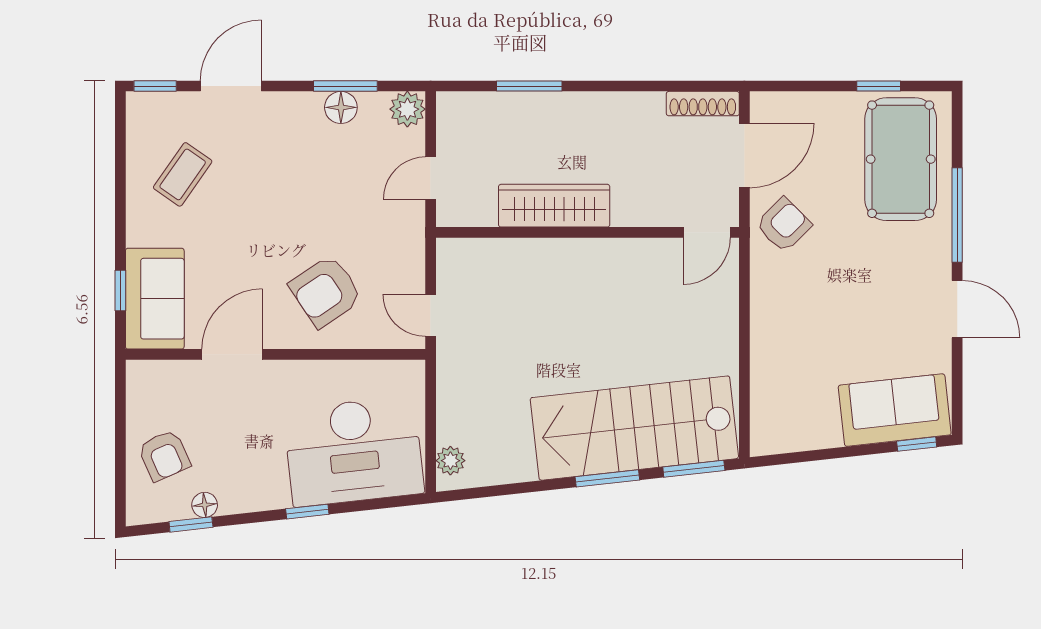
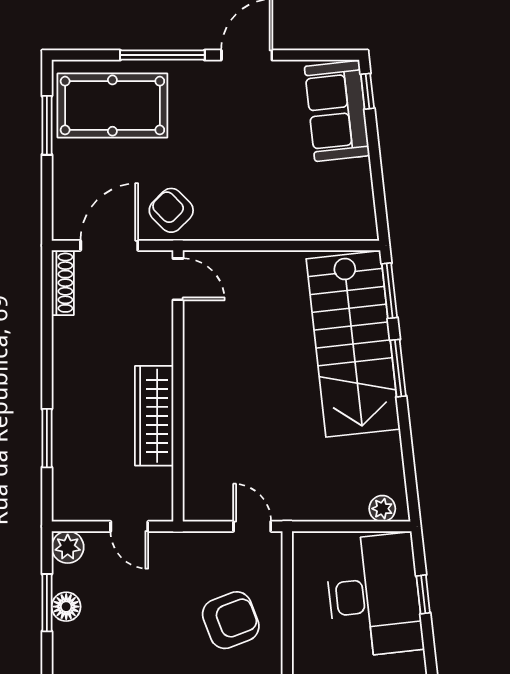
window: (879, 86) -> (47, 125), width x1.50
door: (744, 156) -> (109, 245), hinge flipped
armchair: (326, 291) -> (231, 620), turned -77
door: (431, 315) -> (252, 526), swing flipped
window: (307, 512) -> (423, 594), moved

